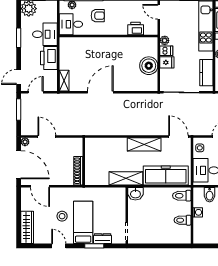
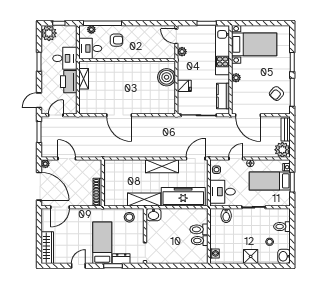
printer: (136, 28) -> (154, 53), removed
plant: (165, 40) -> (182, 52), moved
dishwasher: (166, 51) -> (184, 75), removed
boiler: (149, 66) -> (167, 77), moved
shelving: (64, 81) -> (84, 79), moved
door: (100, 92) -> (119, 115), swing flipped
door: (178, 136) -> (196, 159), hinge flipped
door: (40, 186) -> (60, 207), hinge flipped
toilet: (182, 196) -> (199, 229), moved
washing machine: (198, 212) -> (215, 253), moved
stool: (62, 216) -> (129, 217), moved
door: (59, 246) -> (78, 266), hinge flipped

